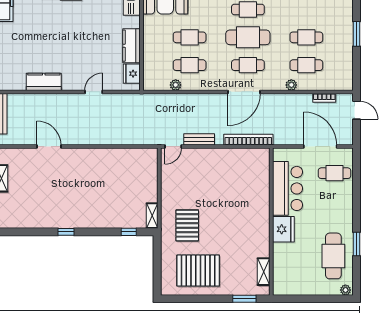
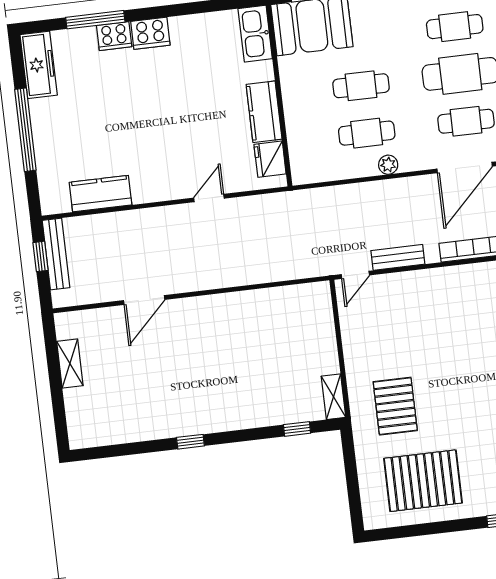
kitchen counter: (44, 82) -> (101, 194), moved
plant: (176, 85) -> (388, 165), moved
door: (49, 147) -> (144, 300), swing flipped

